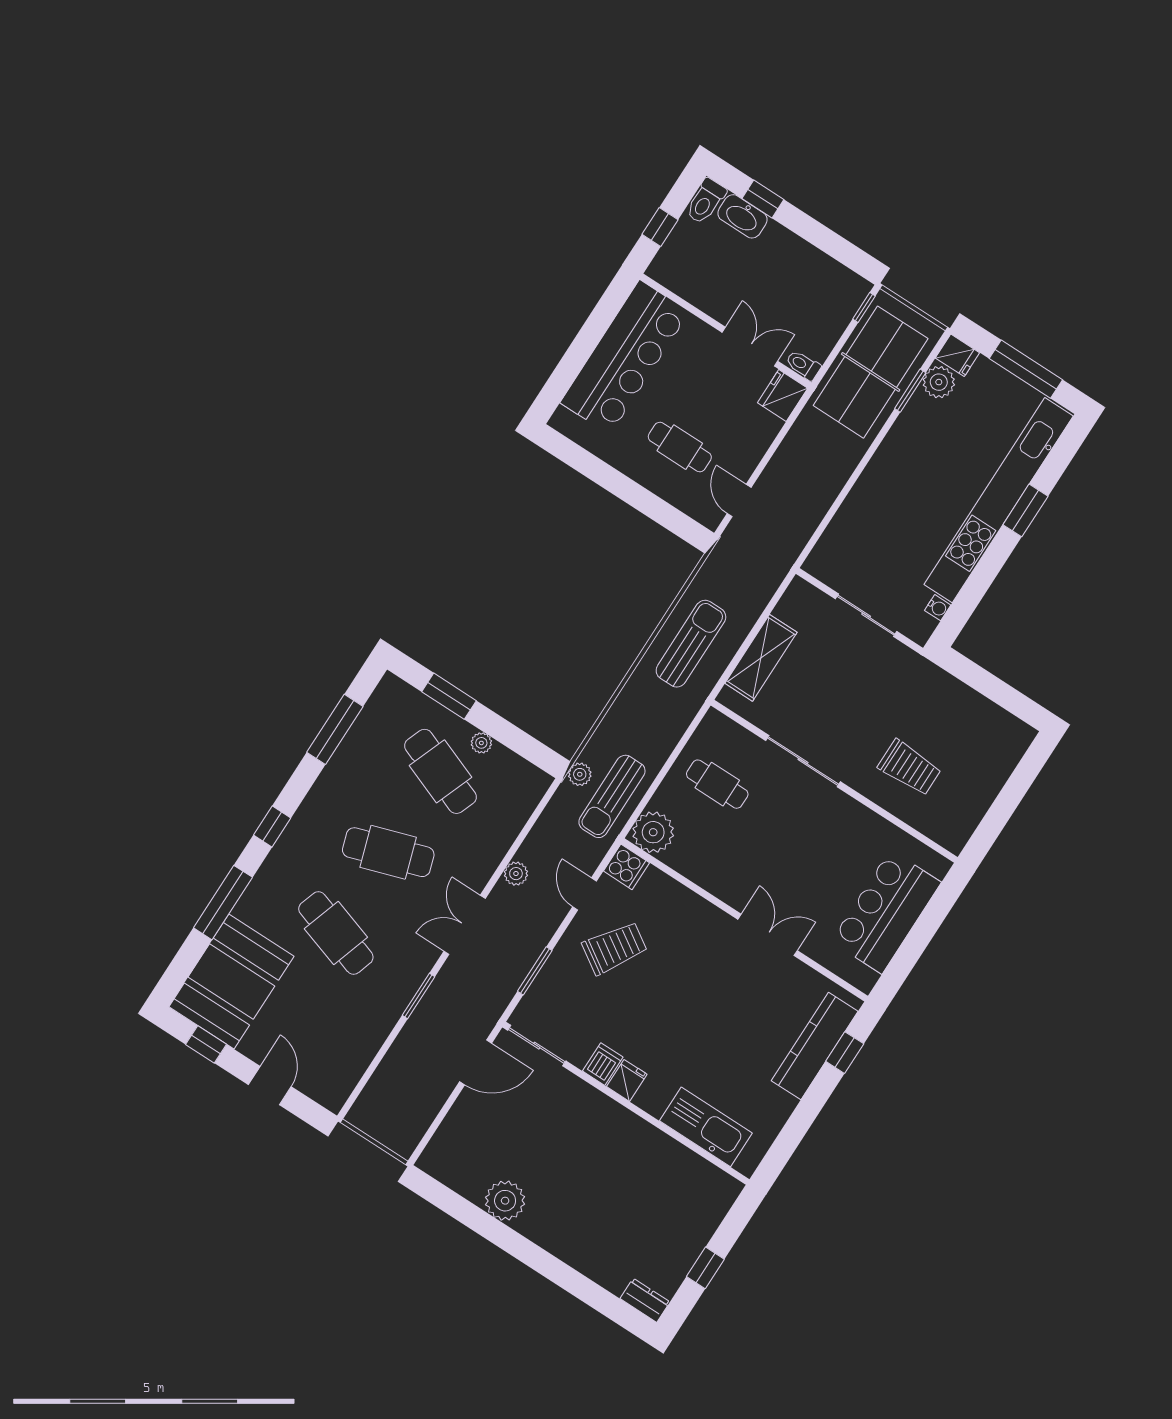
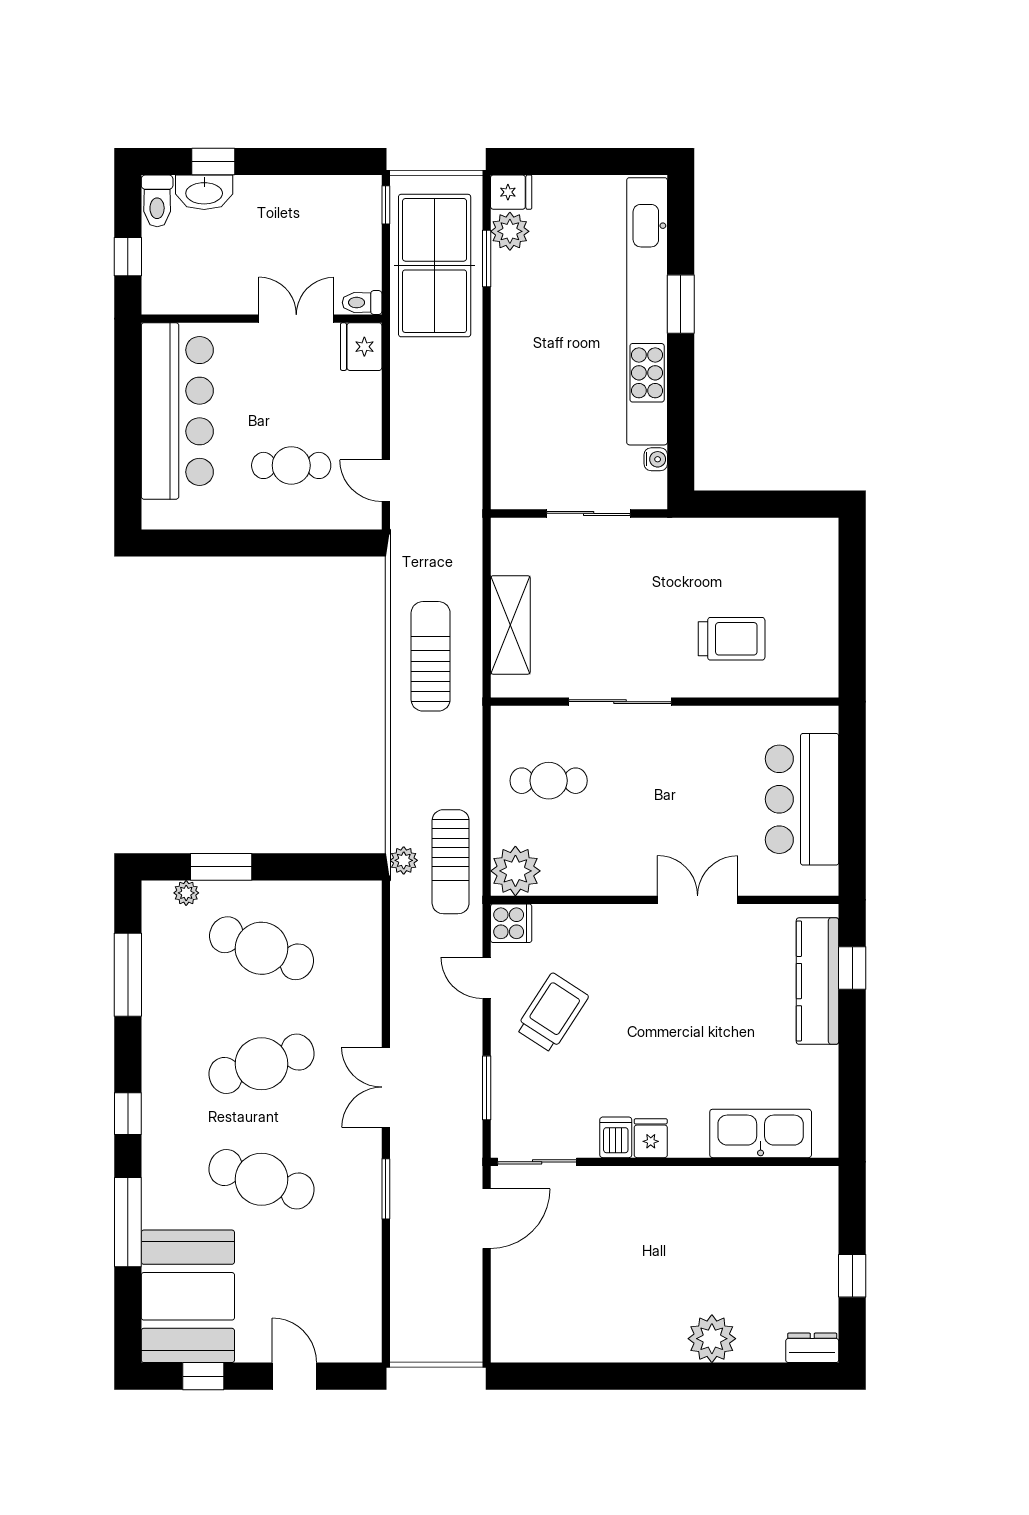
window: (1026, 369) -> (589, 161), removed
plant: (481, 743) -> (186, 893), moved
plant: (516, 874) -> (404, 1002), removed
plant: (505, 1201) -> (712, 1339), moved

